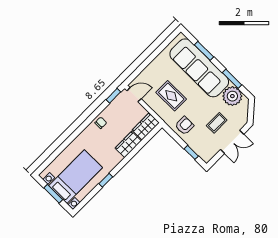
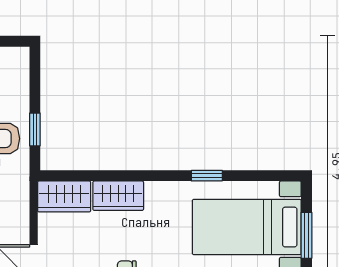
window: (191, 152) -> (35, 129), moved

